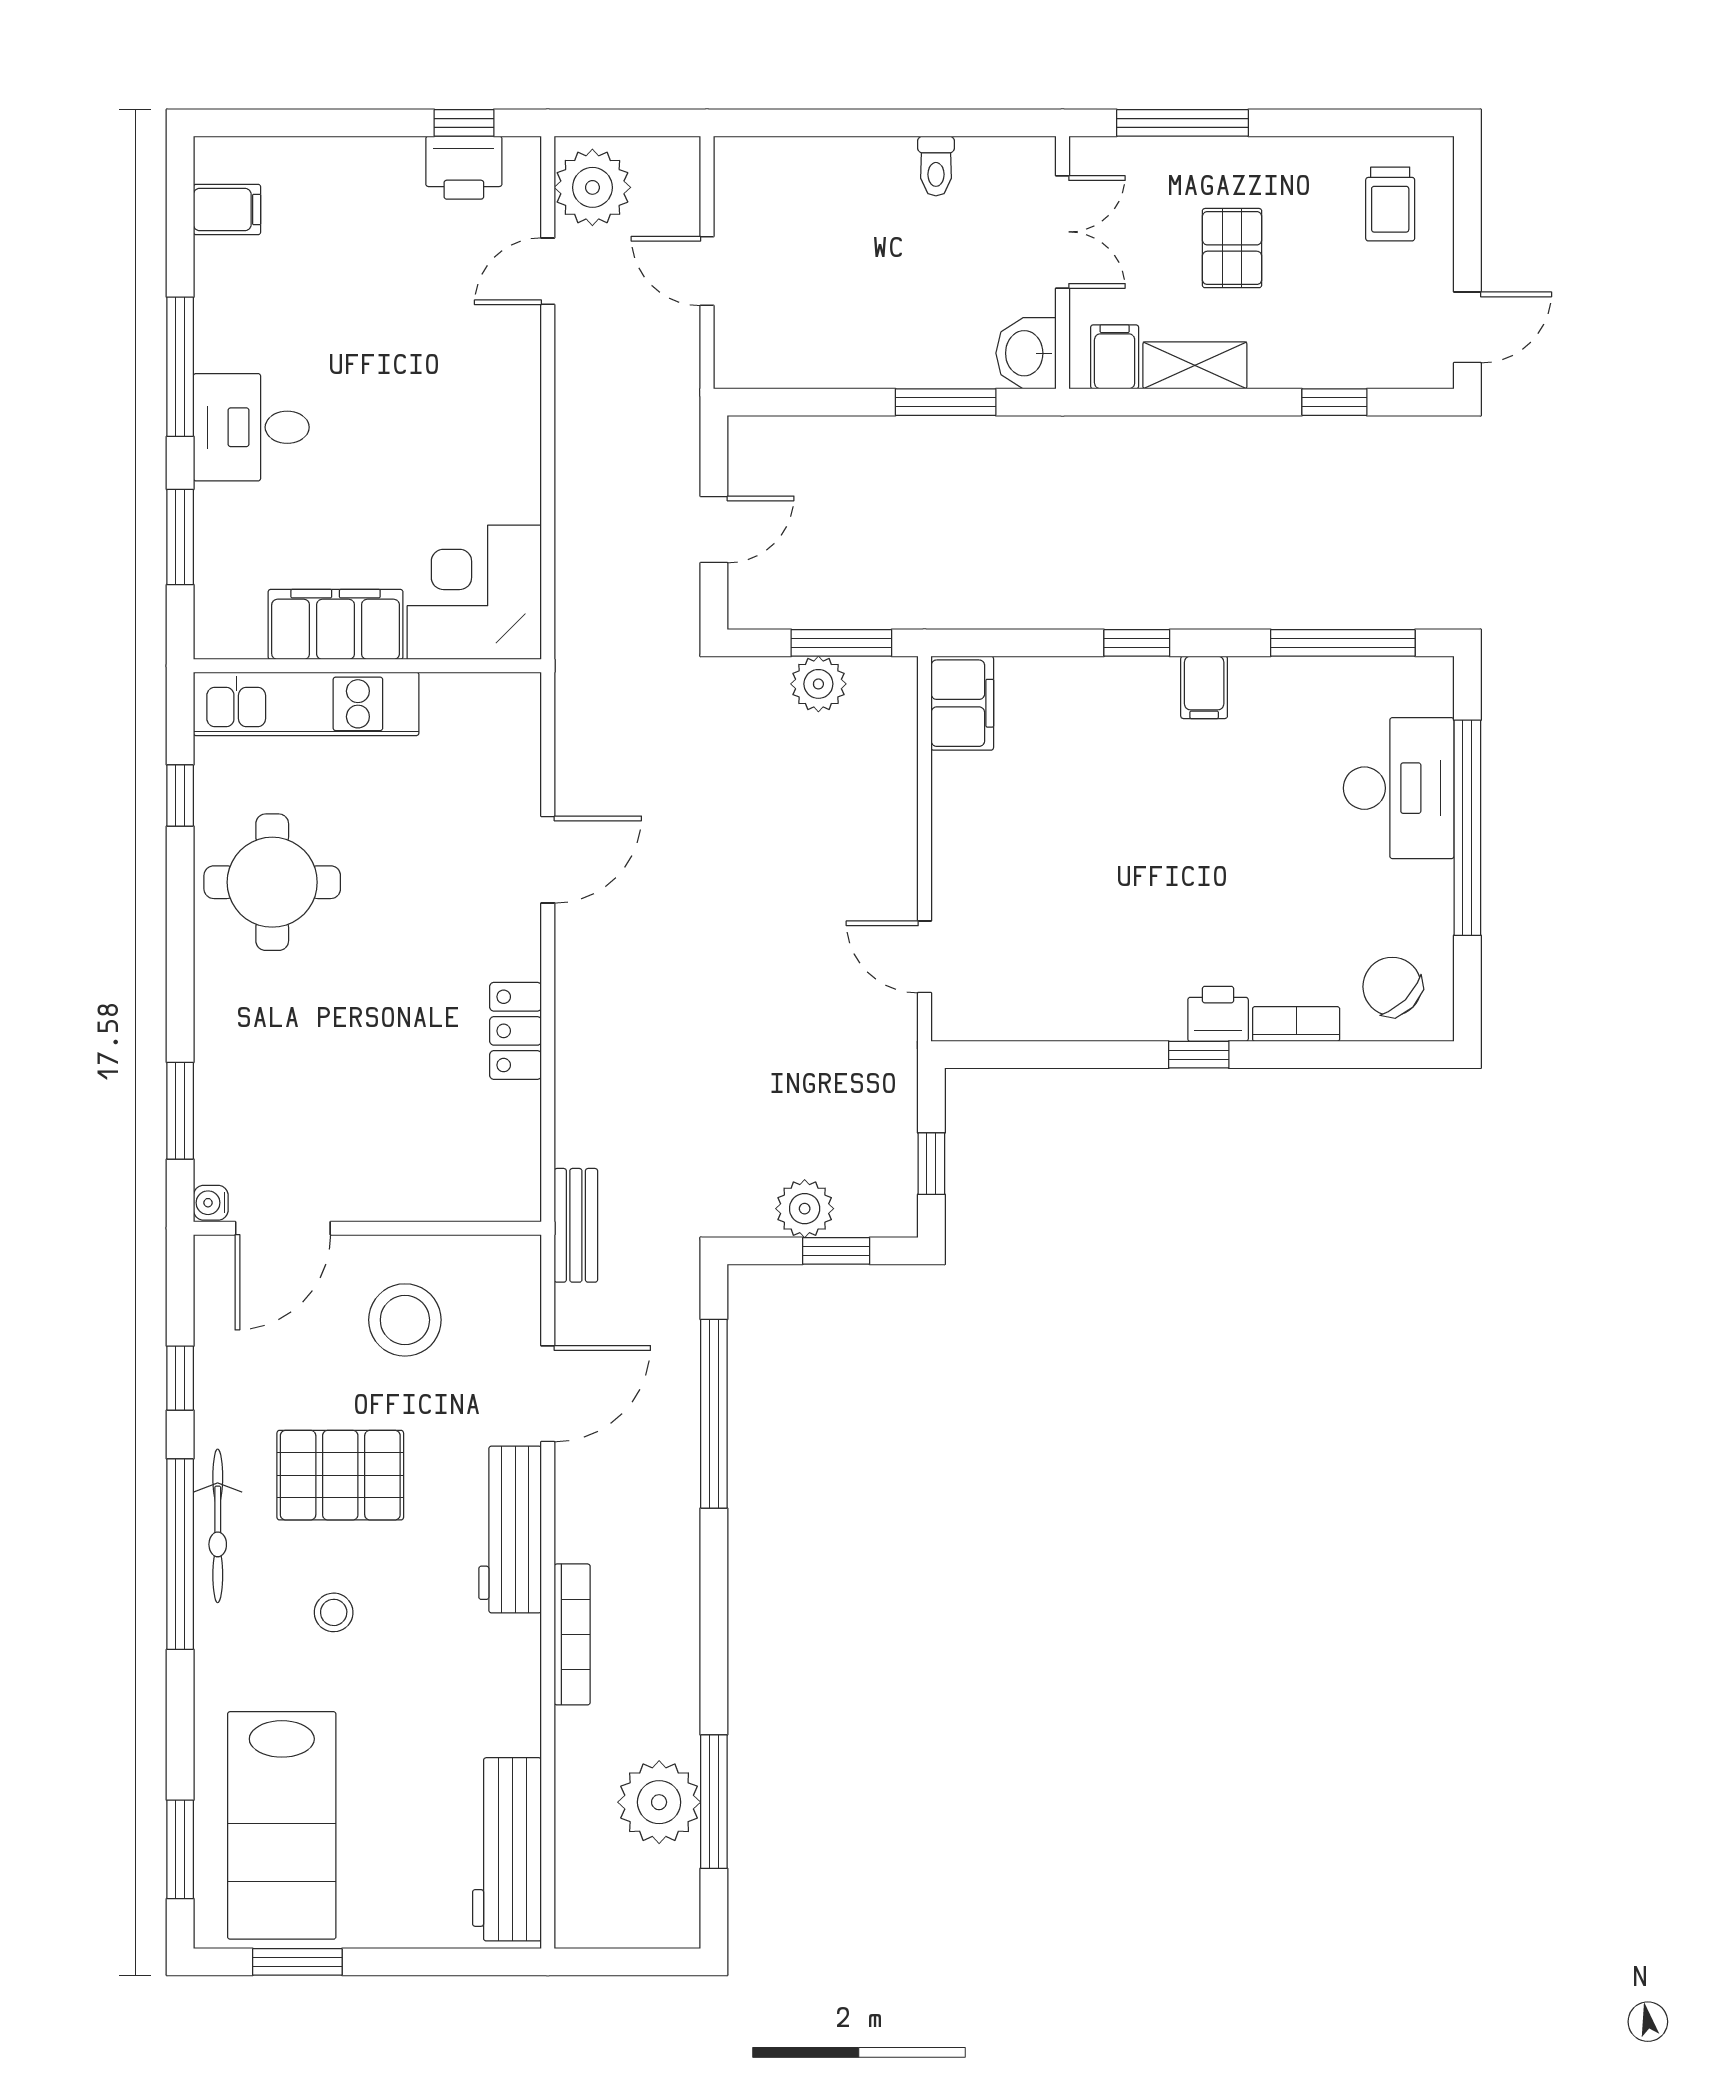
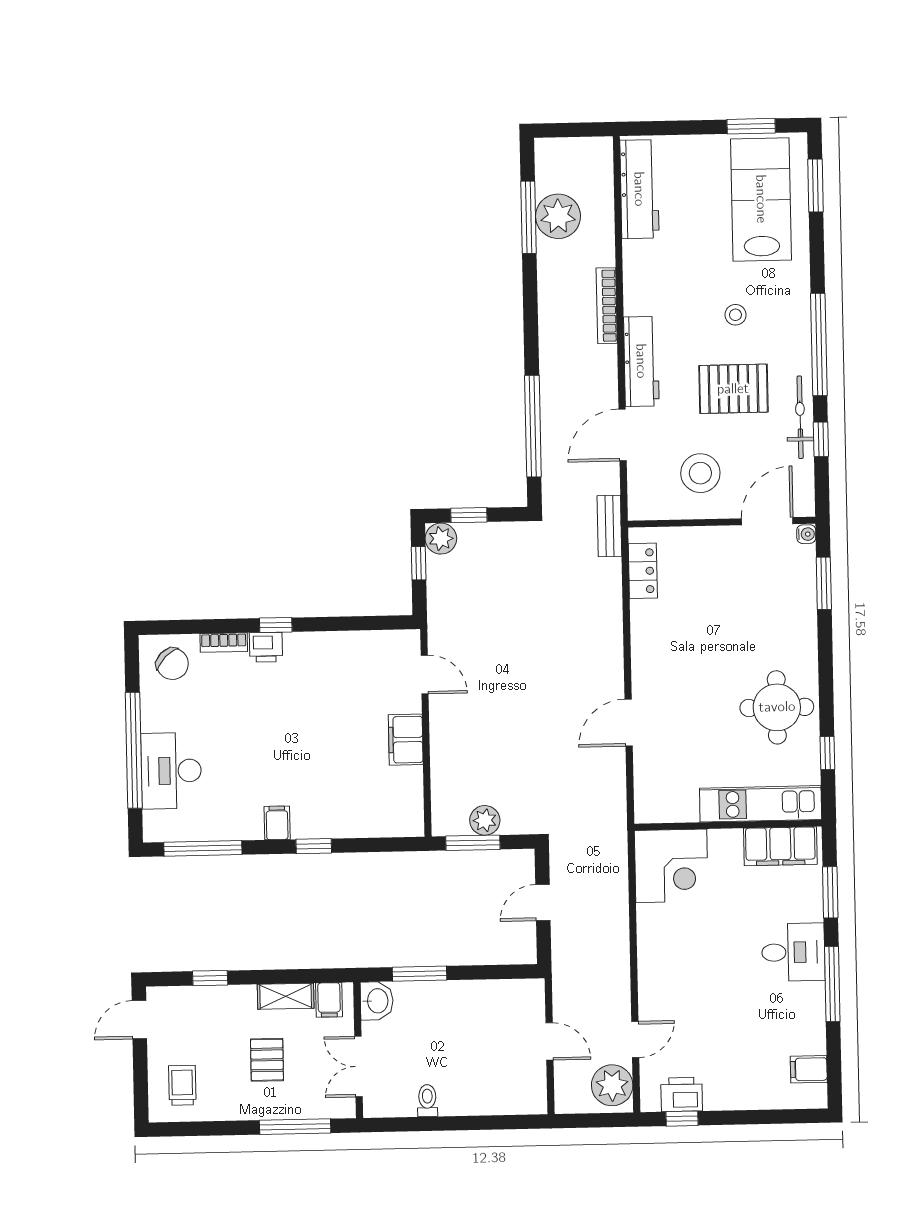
filing cabinet: (336, 624) -> (780, 846), moved
filing cabinet: (962, 703) -> (406, 740), moved
locker: (516, 1031) -> (643, 571), moved
plant: (805, 1209) -> (441, 539), moved
bicycle: (218, 1526) -> (800, 417), moved

